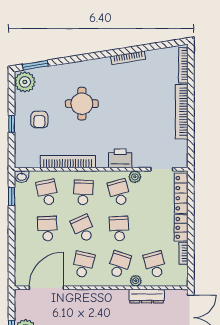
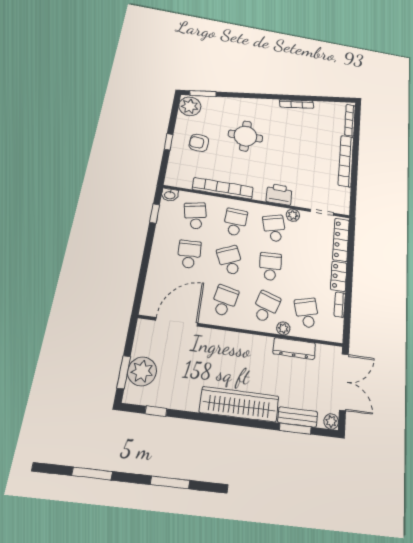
armchair: (39, 120) -> (199, 143), turned 93

